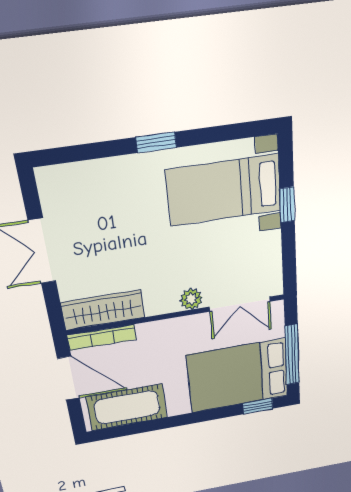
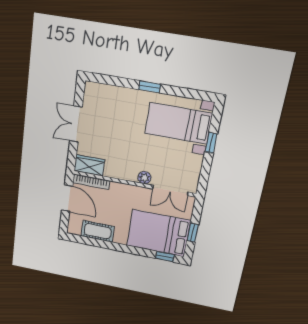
wardrobe: (103, 310) -> (89, 165), width x0.67
window: (292, 355) -> (193, 233), width x0.46
cot: (127, 407) -> (98, 231), width x0.73, depth x0.75

